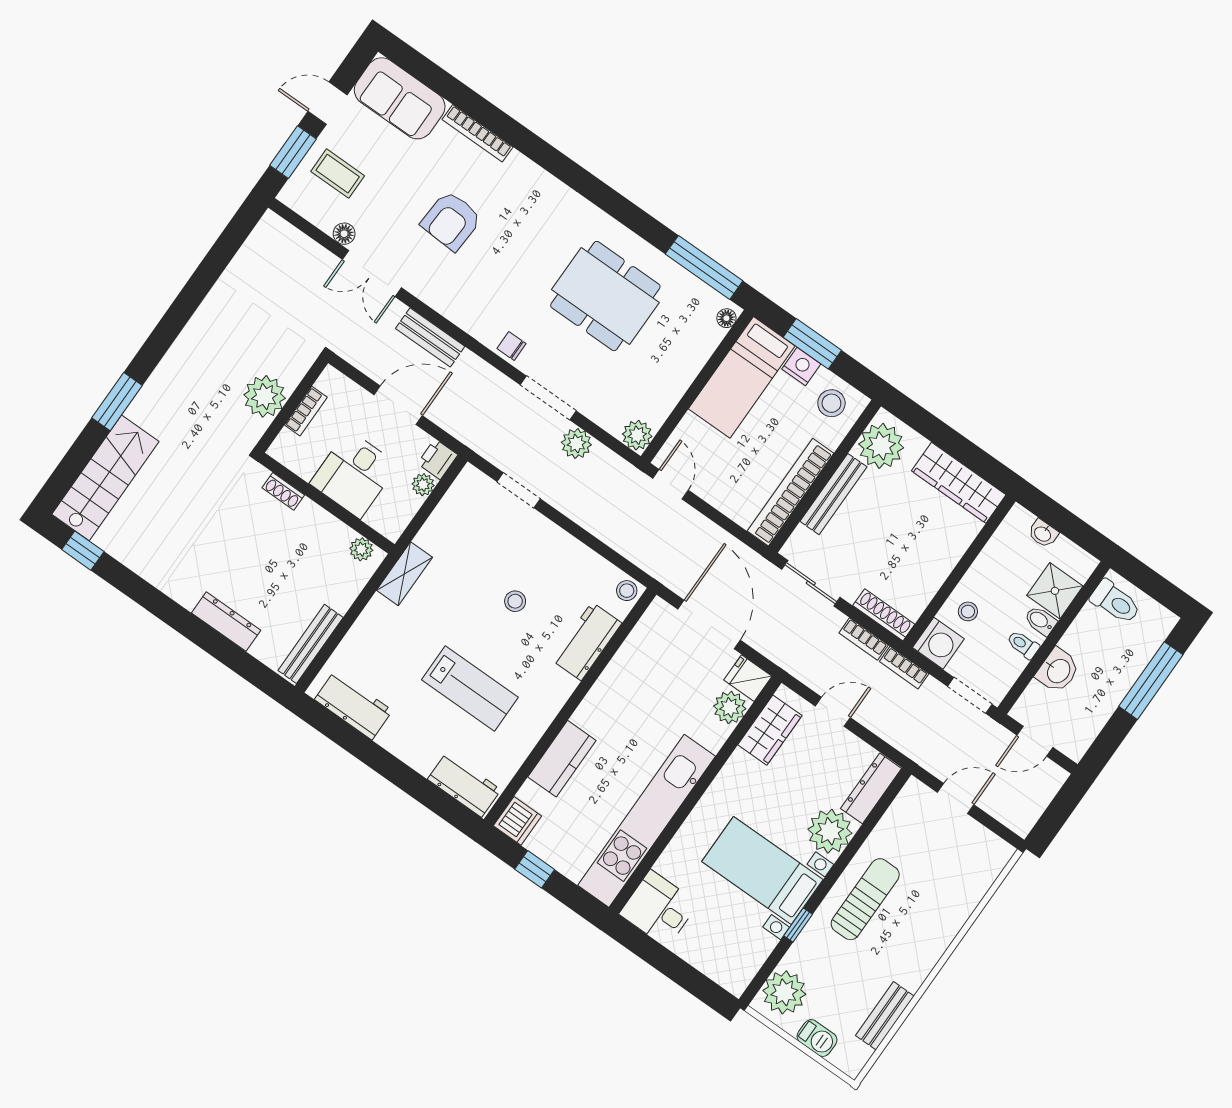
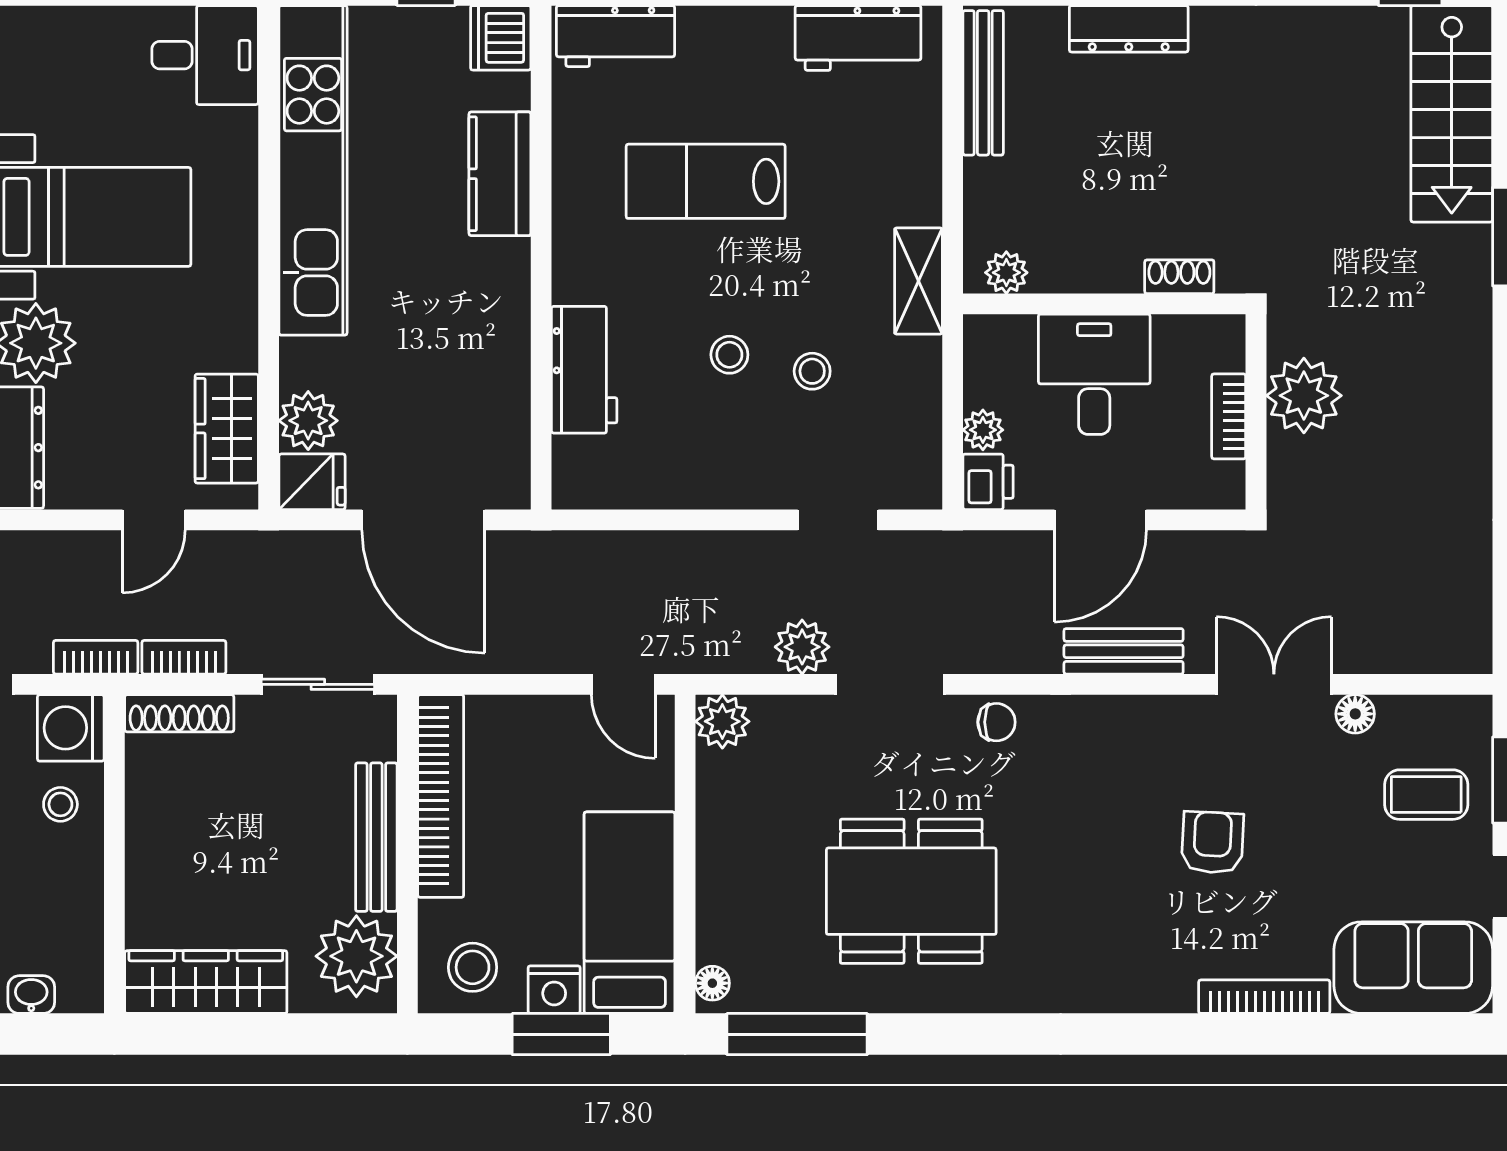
armchair: (451, 221) -> (1212, 843), width x0.72, depth x0.72
stool: (627, 591) -> (812, 371), moved

